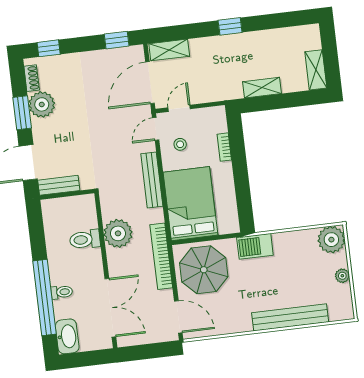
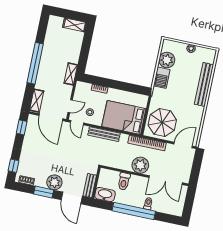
window: (230, 26) -> (35, 63), width x3.17
shelving: (262, 88) -> (71, 74), moved
plant: (42, 104) -> (54, 182), moved
door: (179, 108) -> (70, 106), swing flipped
plant: (118, 233) -> (140, 165), moved
plant: (331, 240) -> (167, 60), moved
barbecue: (255, 246) -> (162, 78), moved
window: (44, 298) -> (134, 211), moved
double door: (110, 308) -> (166, 180), swing flipped
washbasin: (67, 336) -> (105, 194), moved

